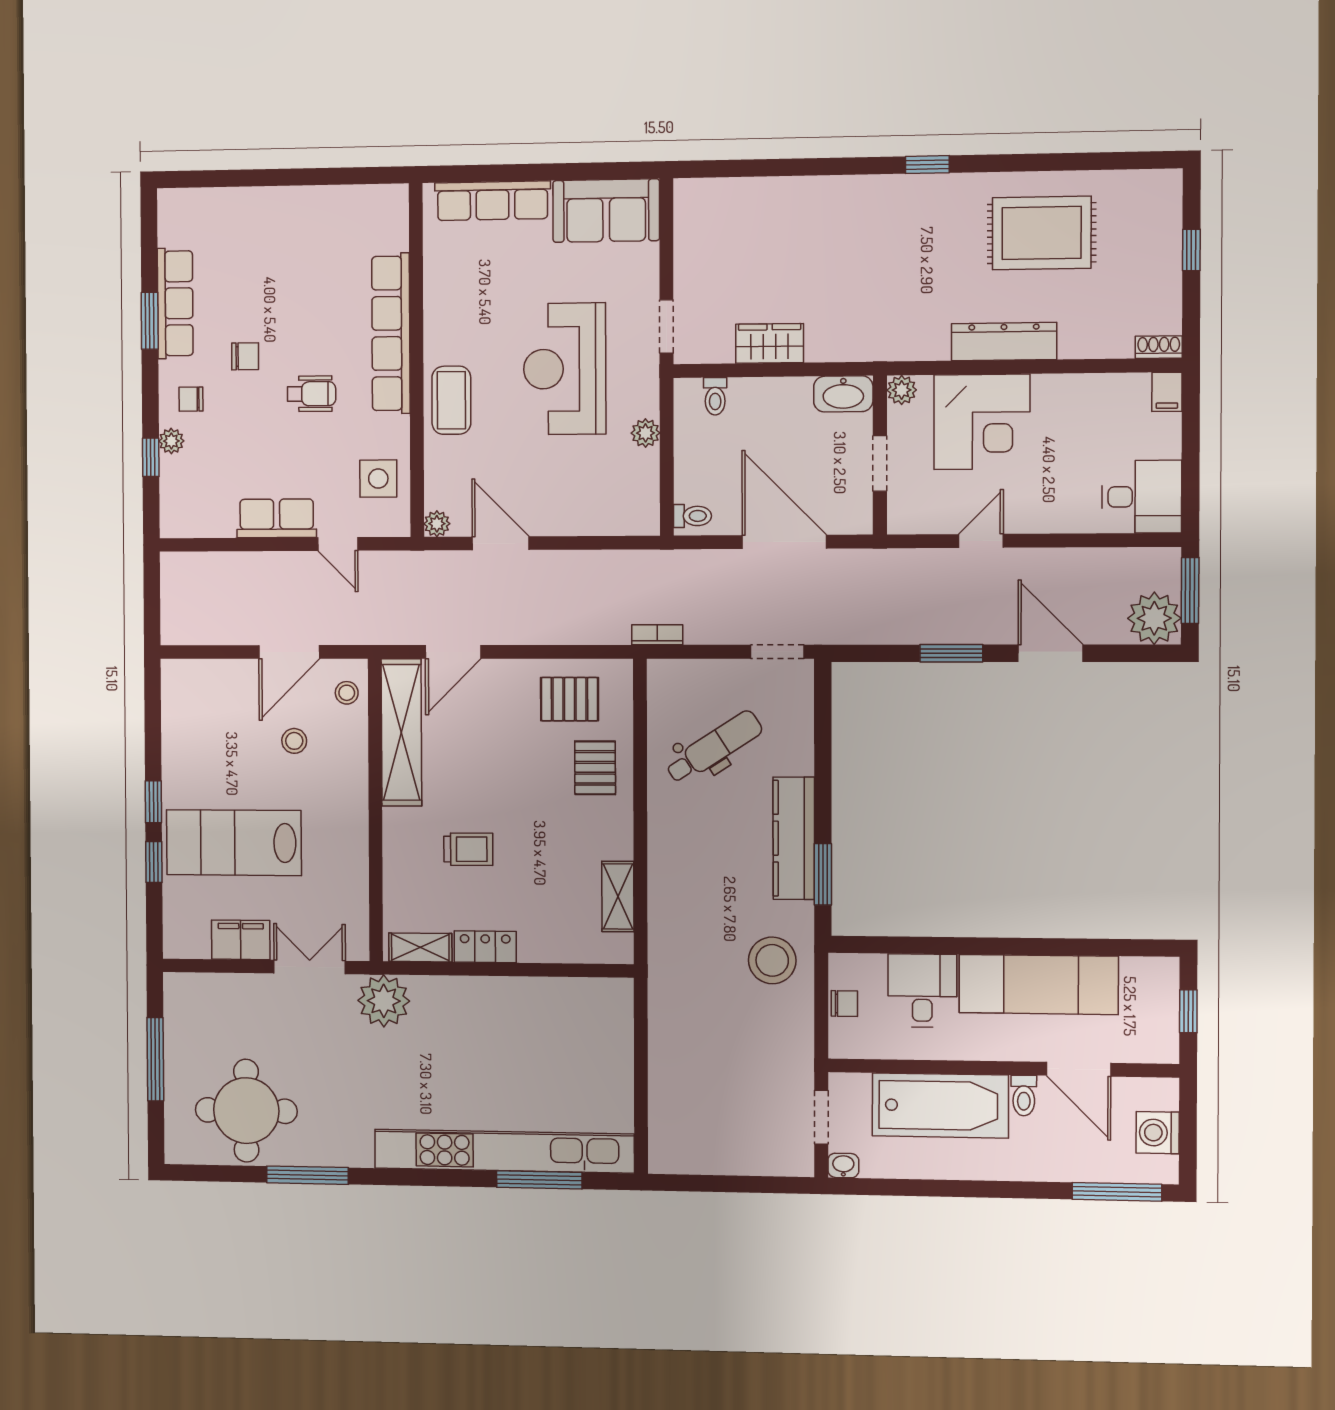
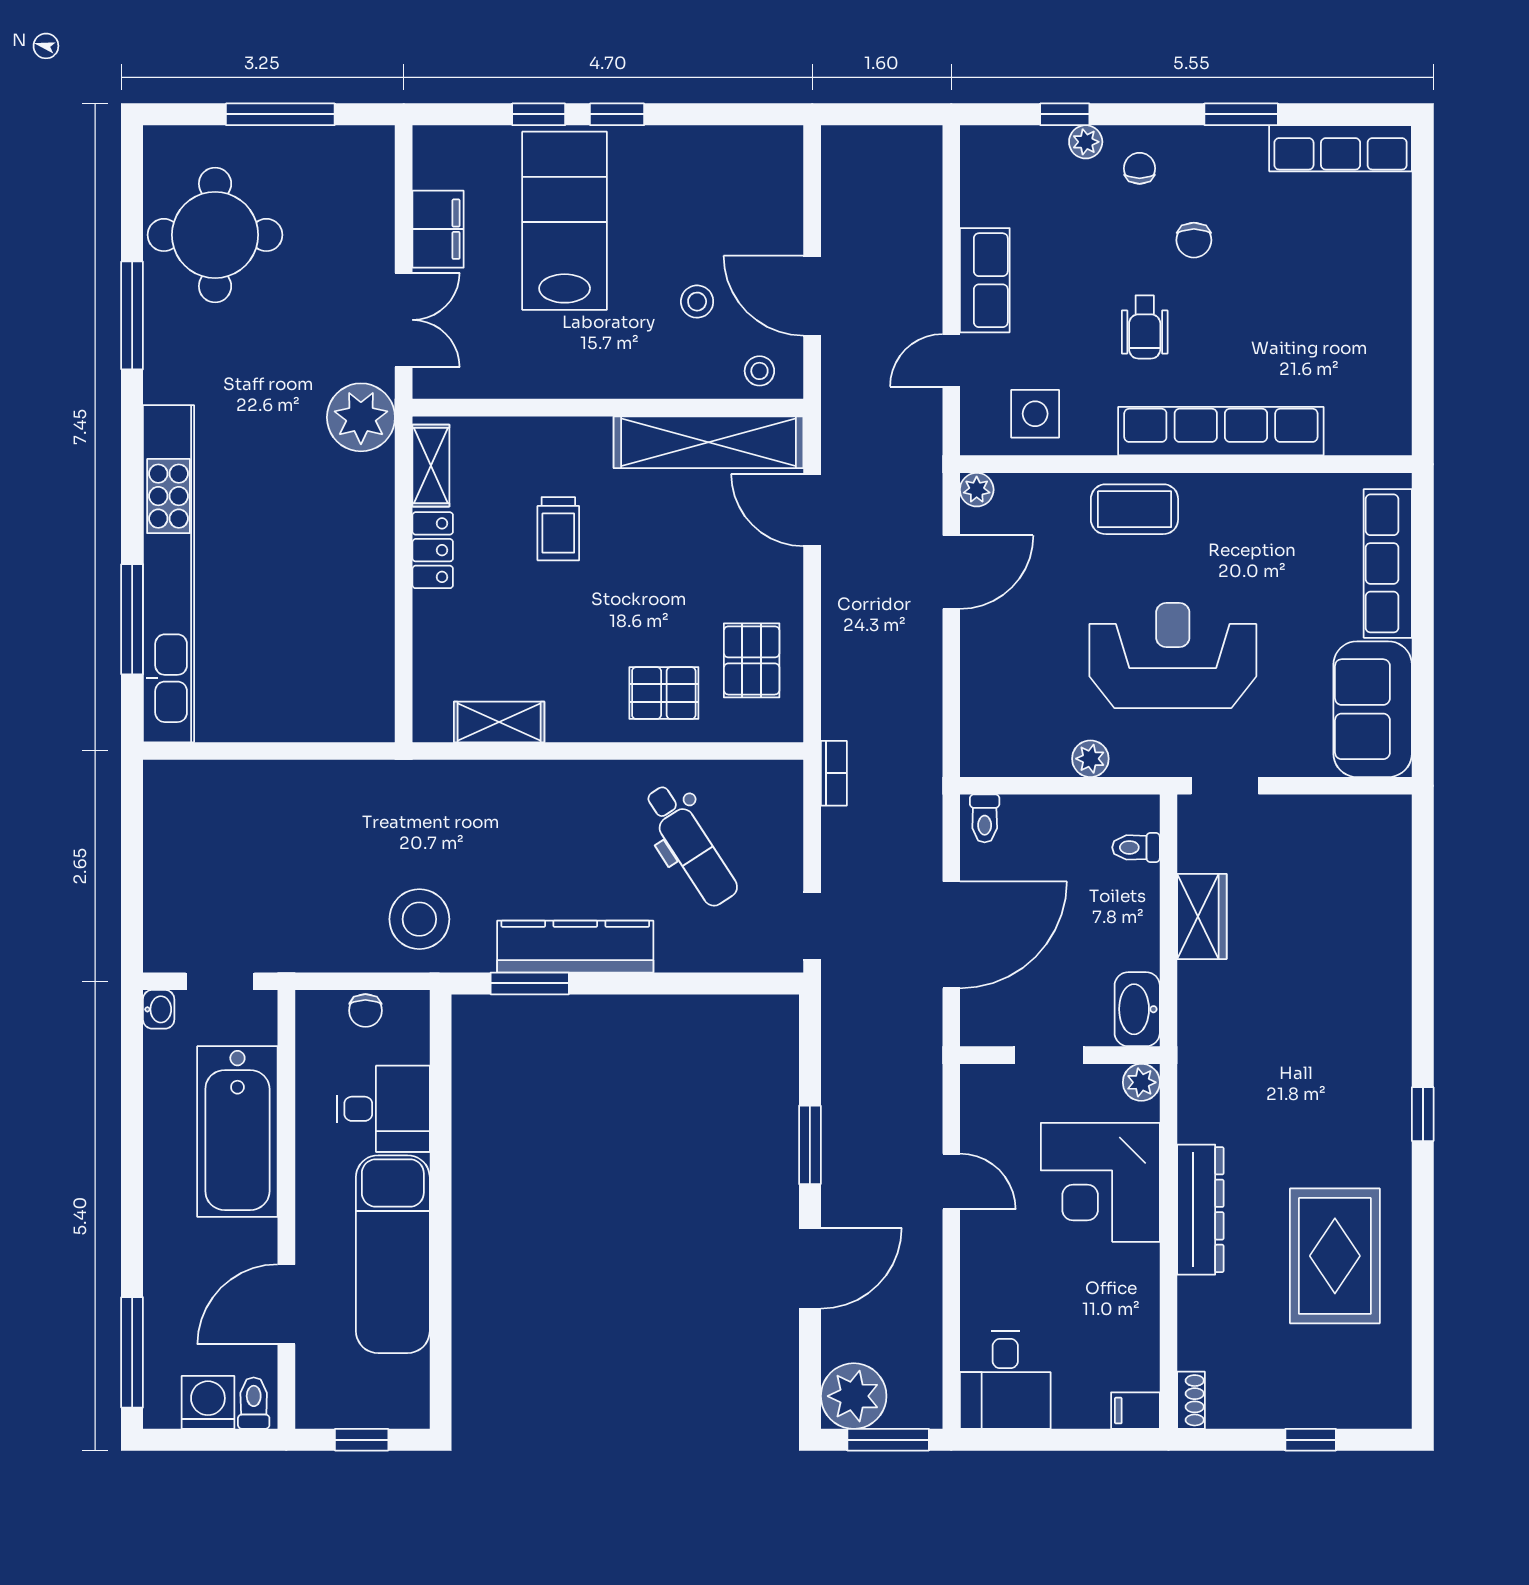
row of seats: (175, 303) -> (1341, 148), moved
toilet: (1024, 1096) -> (254, 1403), moved, turned 90

